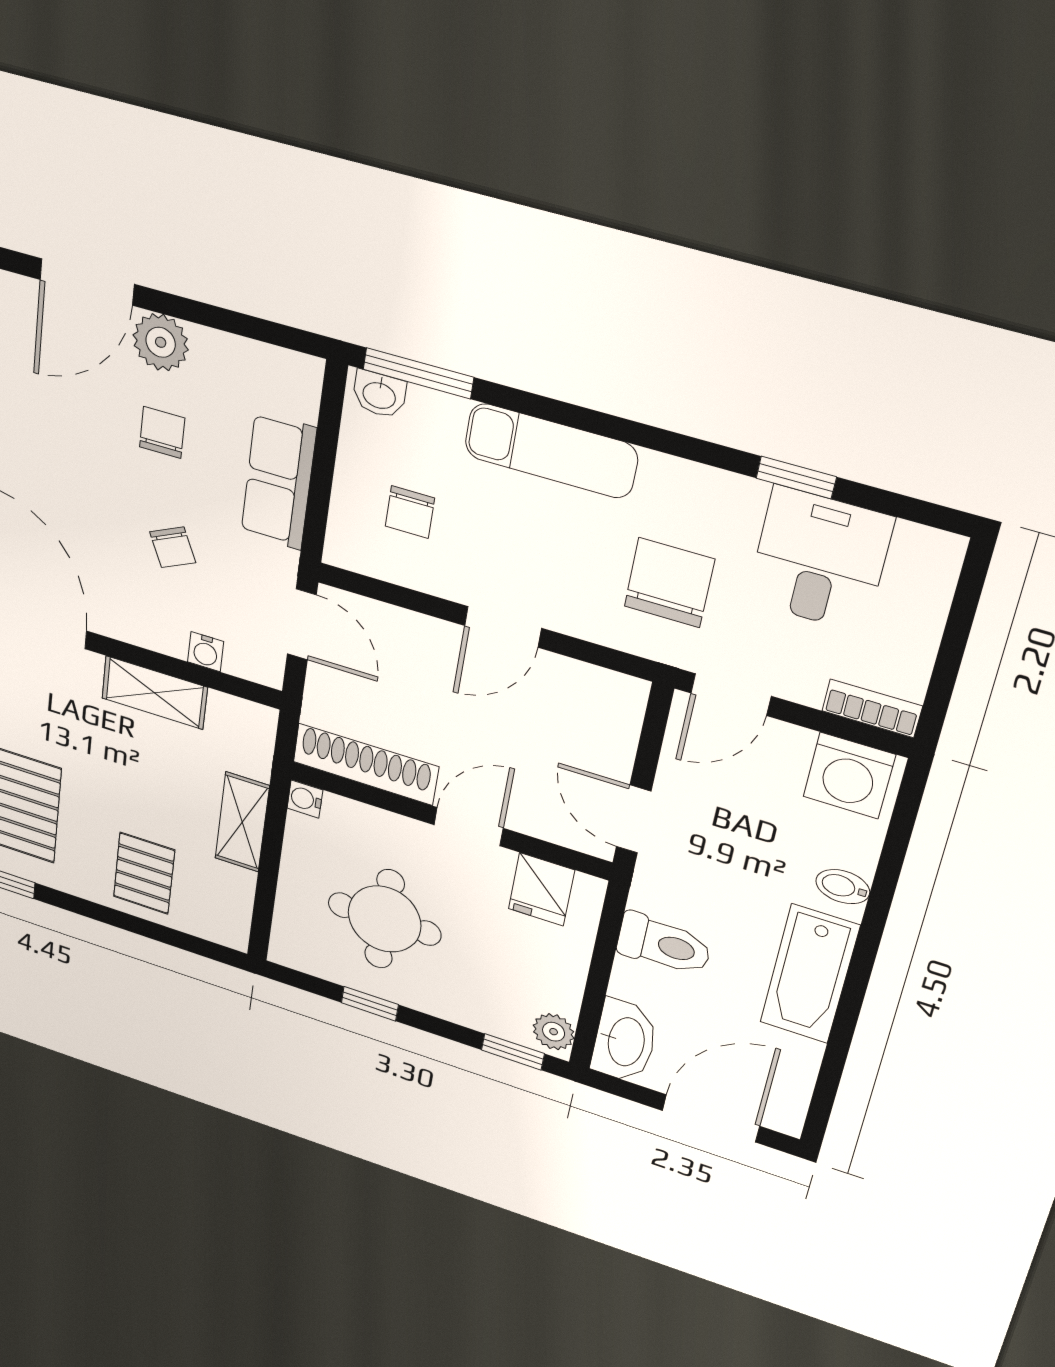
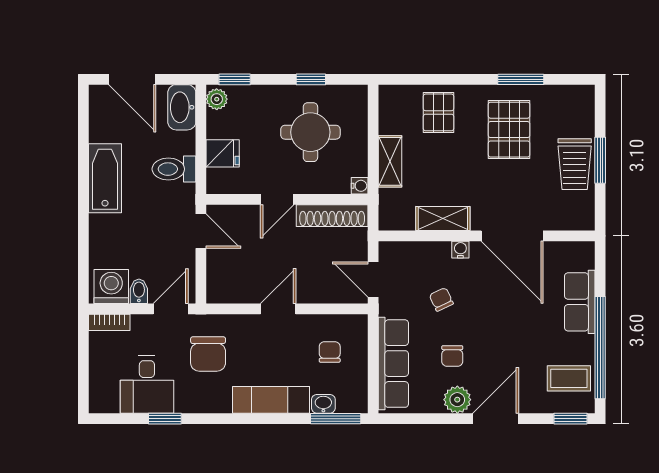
washbasin: (379, 394) -> (323, 404), moved
row of seats: (278, 481) -> (393, 364), width x1.48
water cooler: (206, 652) -> (460, 250), moved
bidet: (843, 887) -> (139, 291), moved, turned -90
fridge: (542, 889) -> (223, 153), moved, turned 90
door: (711, 1118) -> (132, 79), hinge flipped

